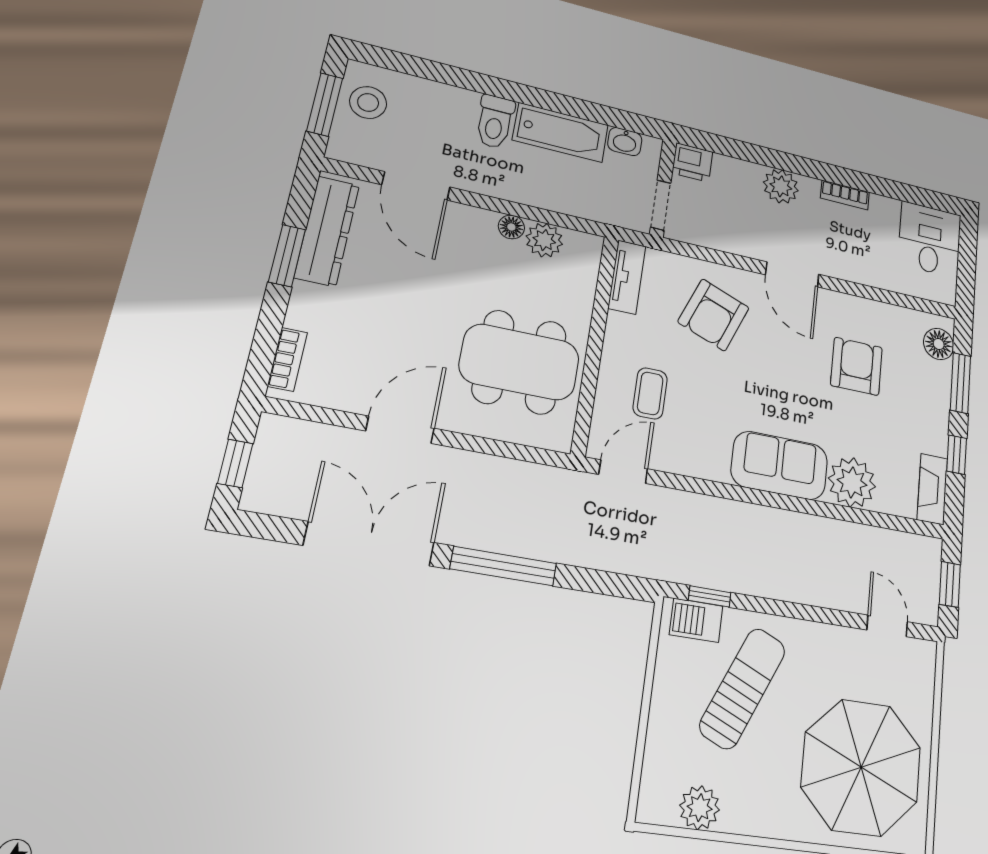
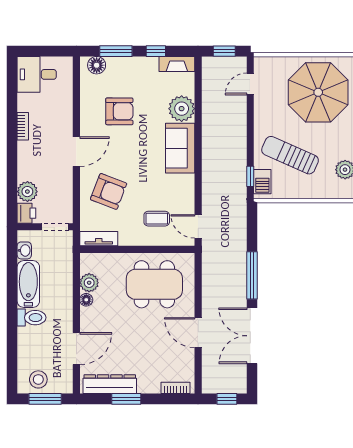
plant: (781, 186) -> (27, 192), moved
dining table: (520, 362) -> (154, 284), turned 90
armchair: (856, 366) -> (119, 111), turned 180

